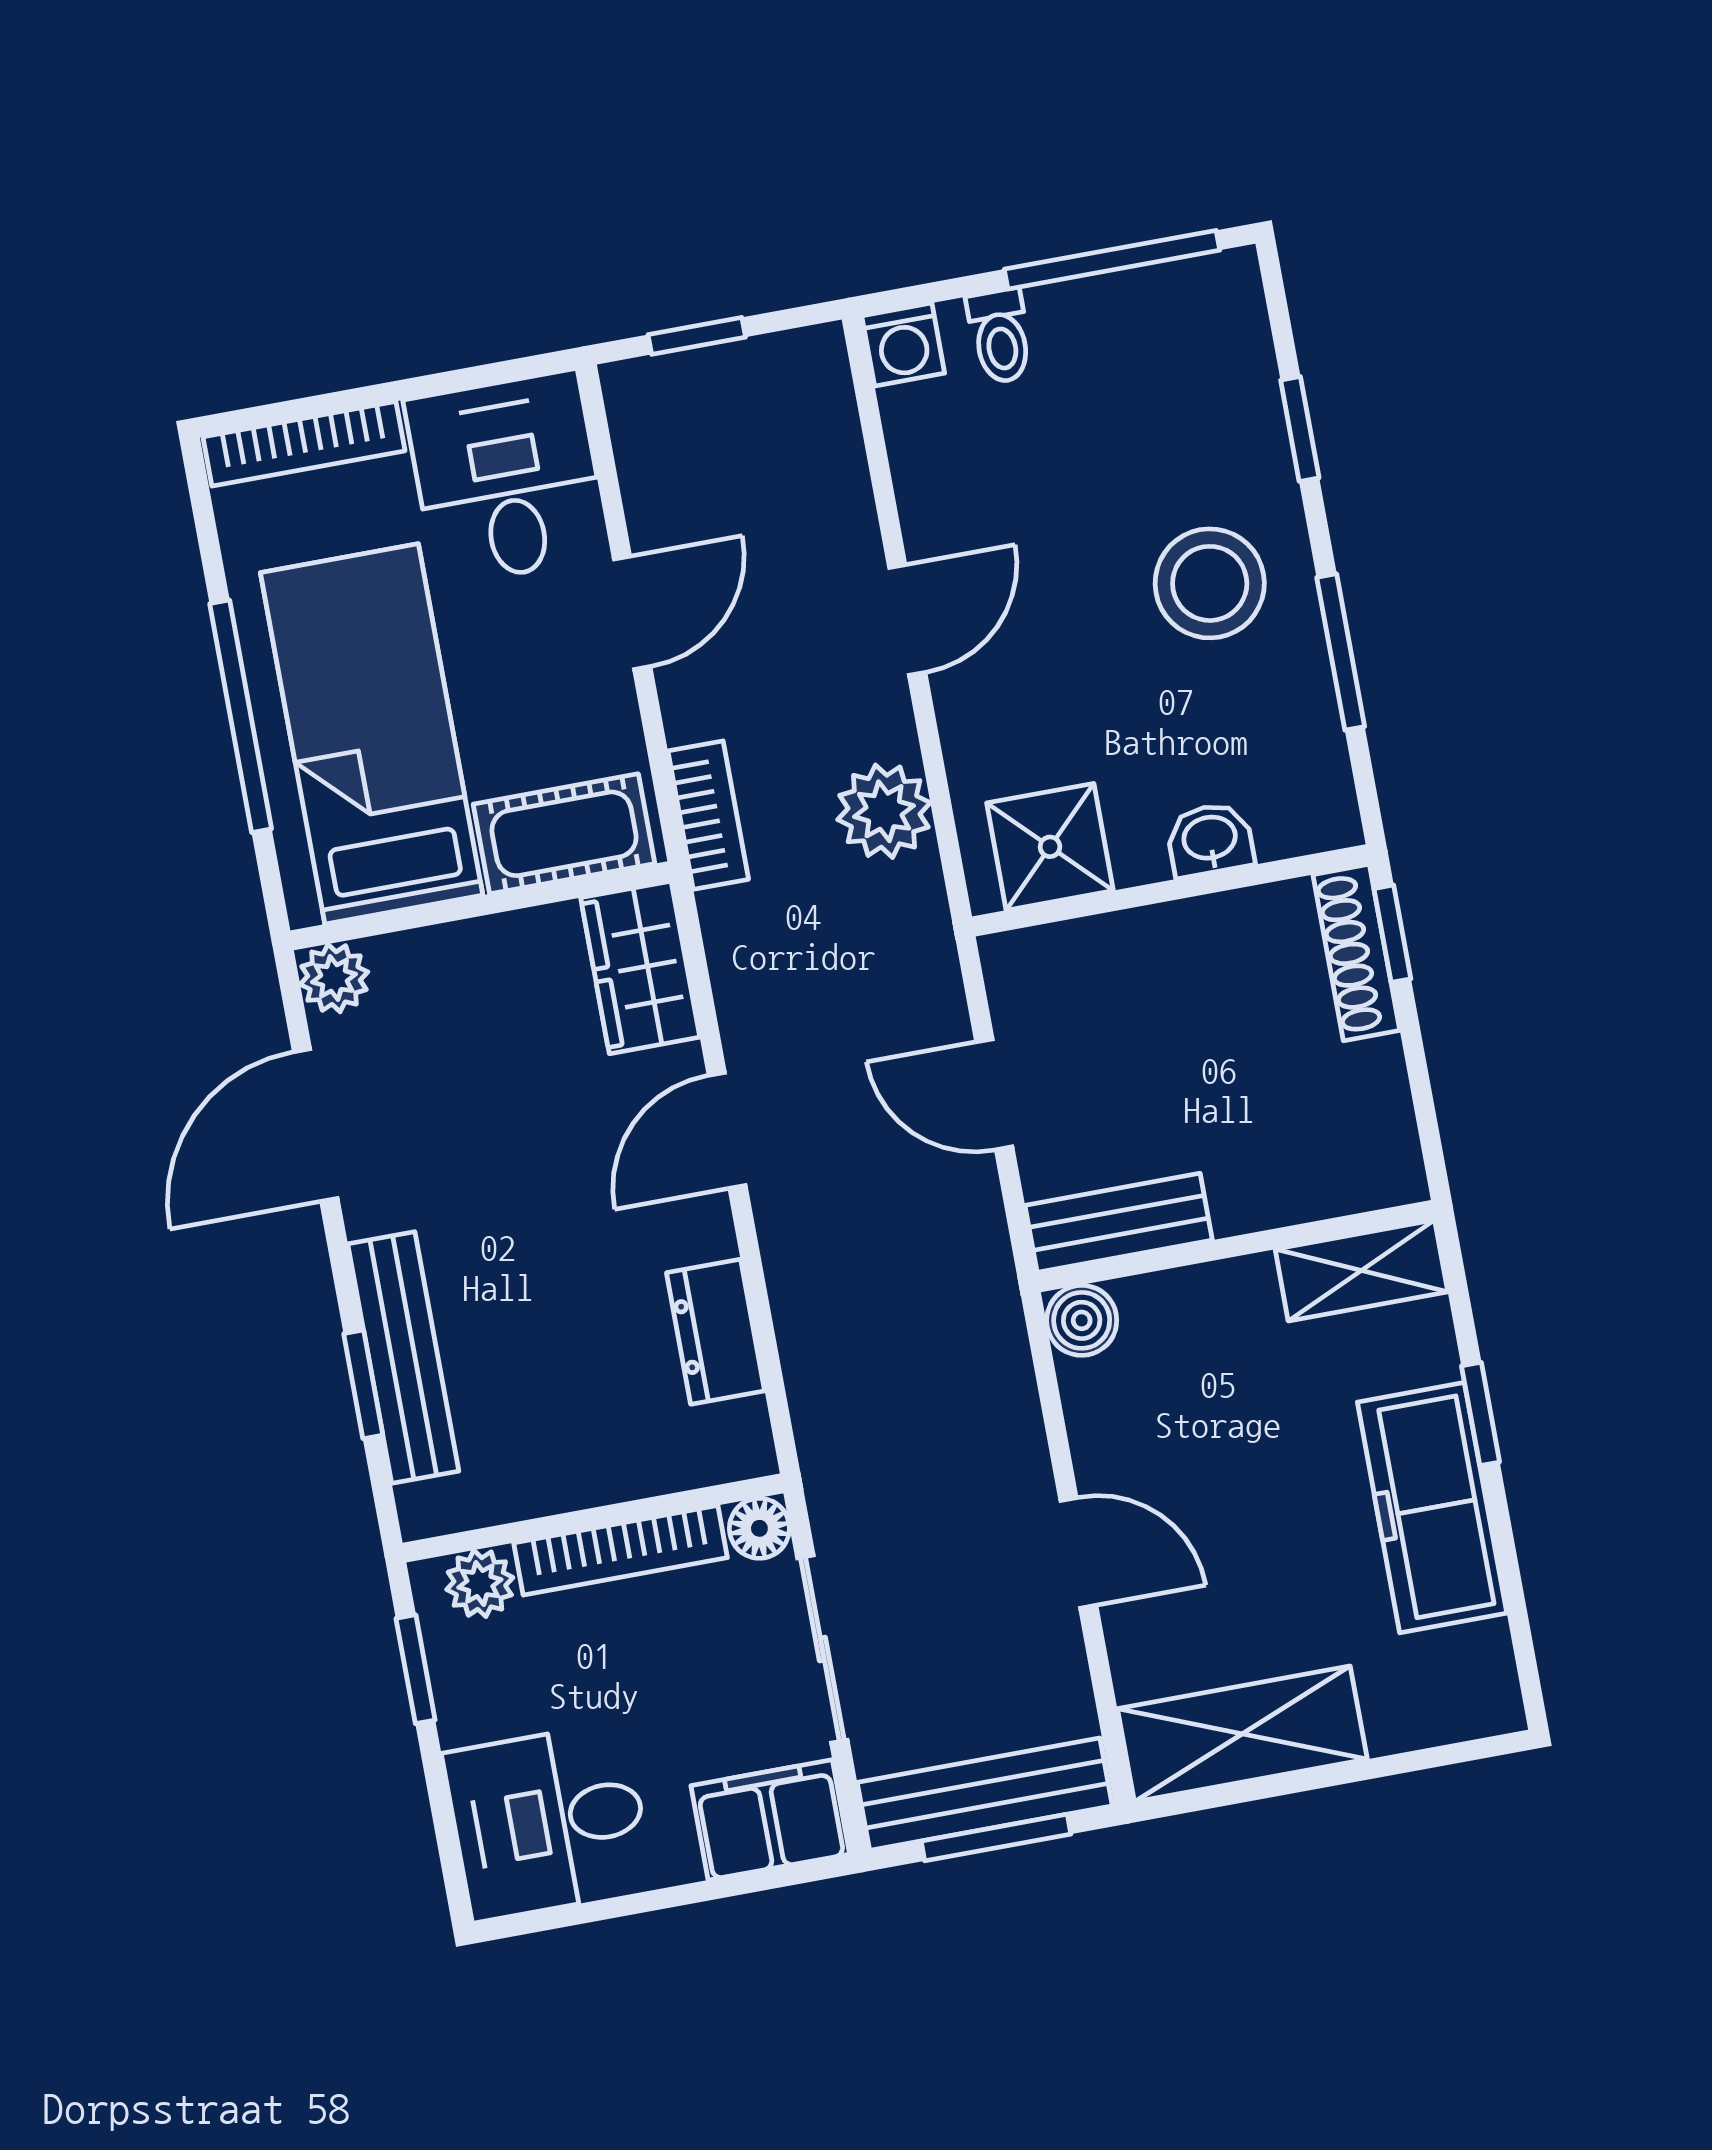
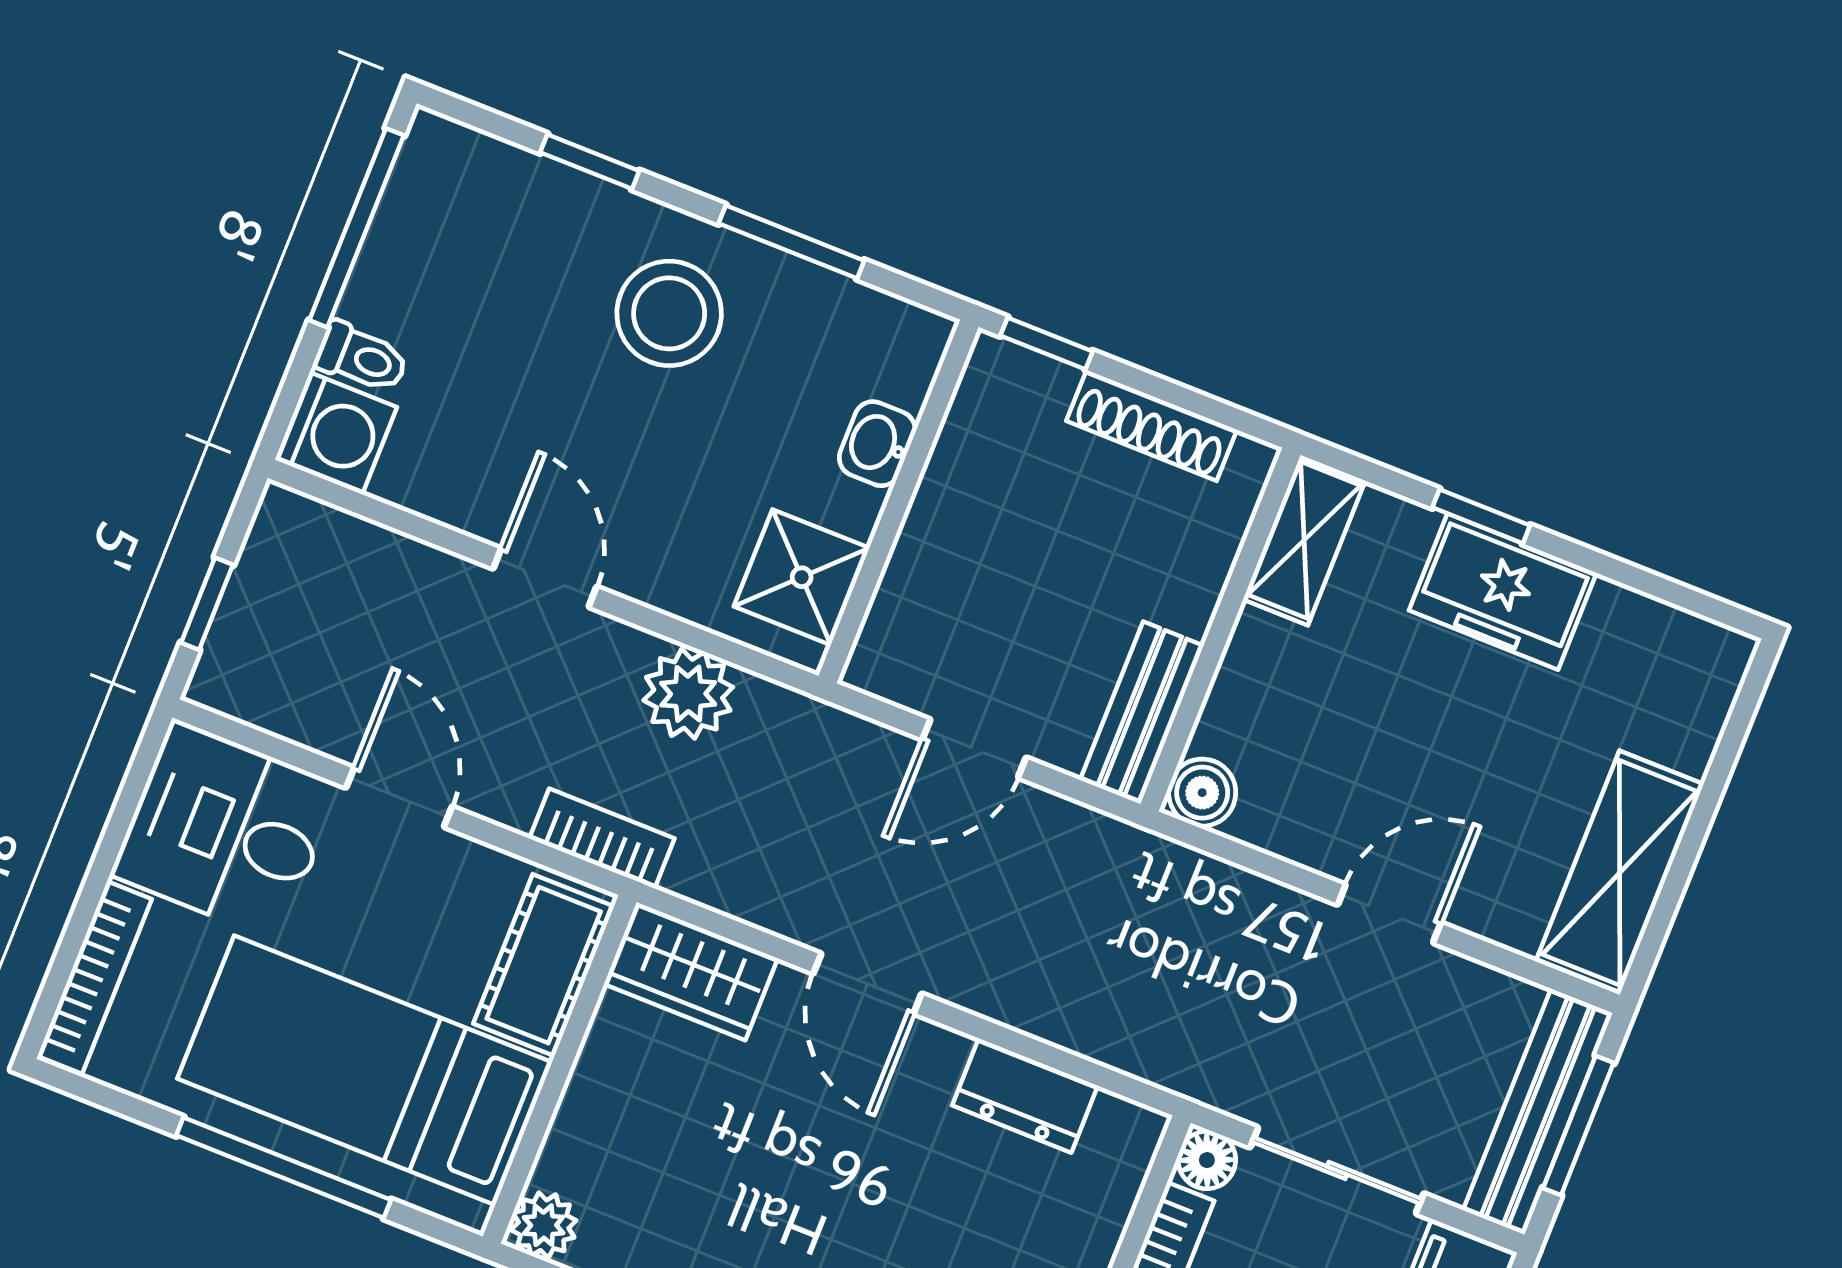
washing machine: (903, 345) -> (336, 433), width x1.38, depth x1.38
shoe rack: (1356, 952) -> (1152, 425), moved
freezer: (1432, 1508) -> (1503, 592), width x0.71

